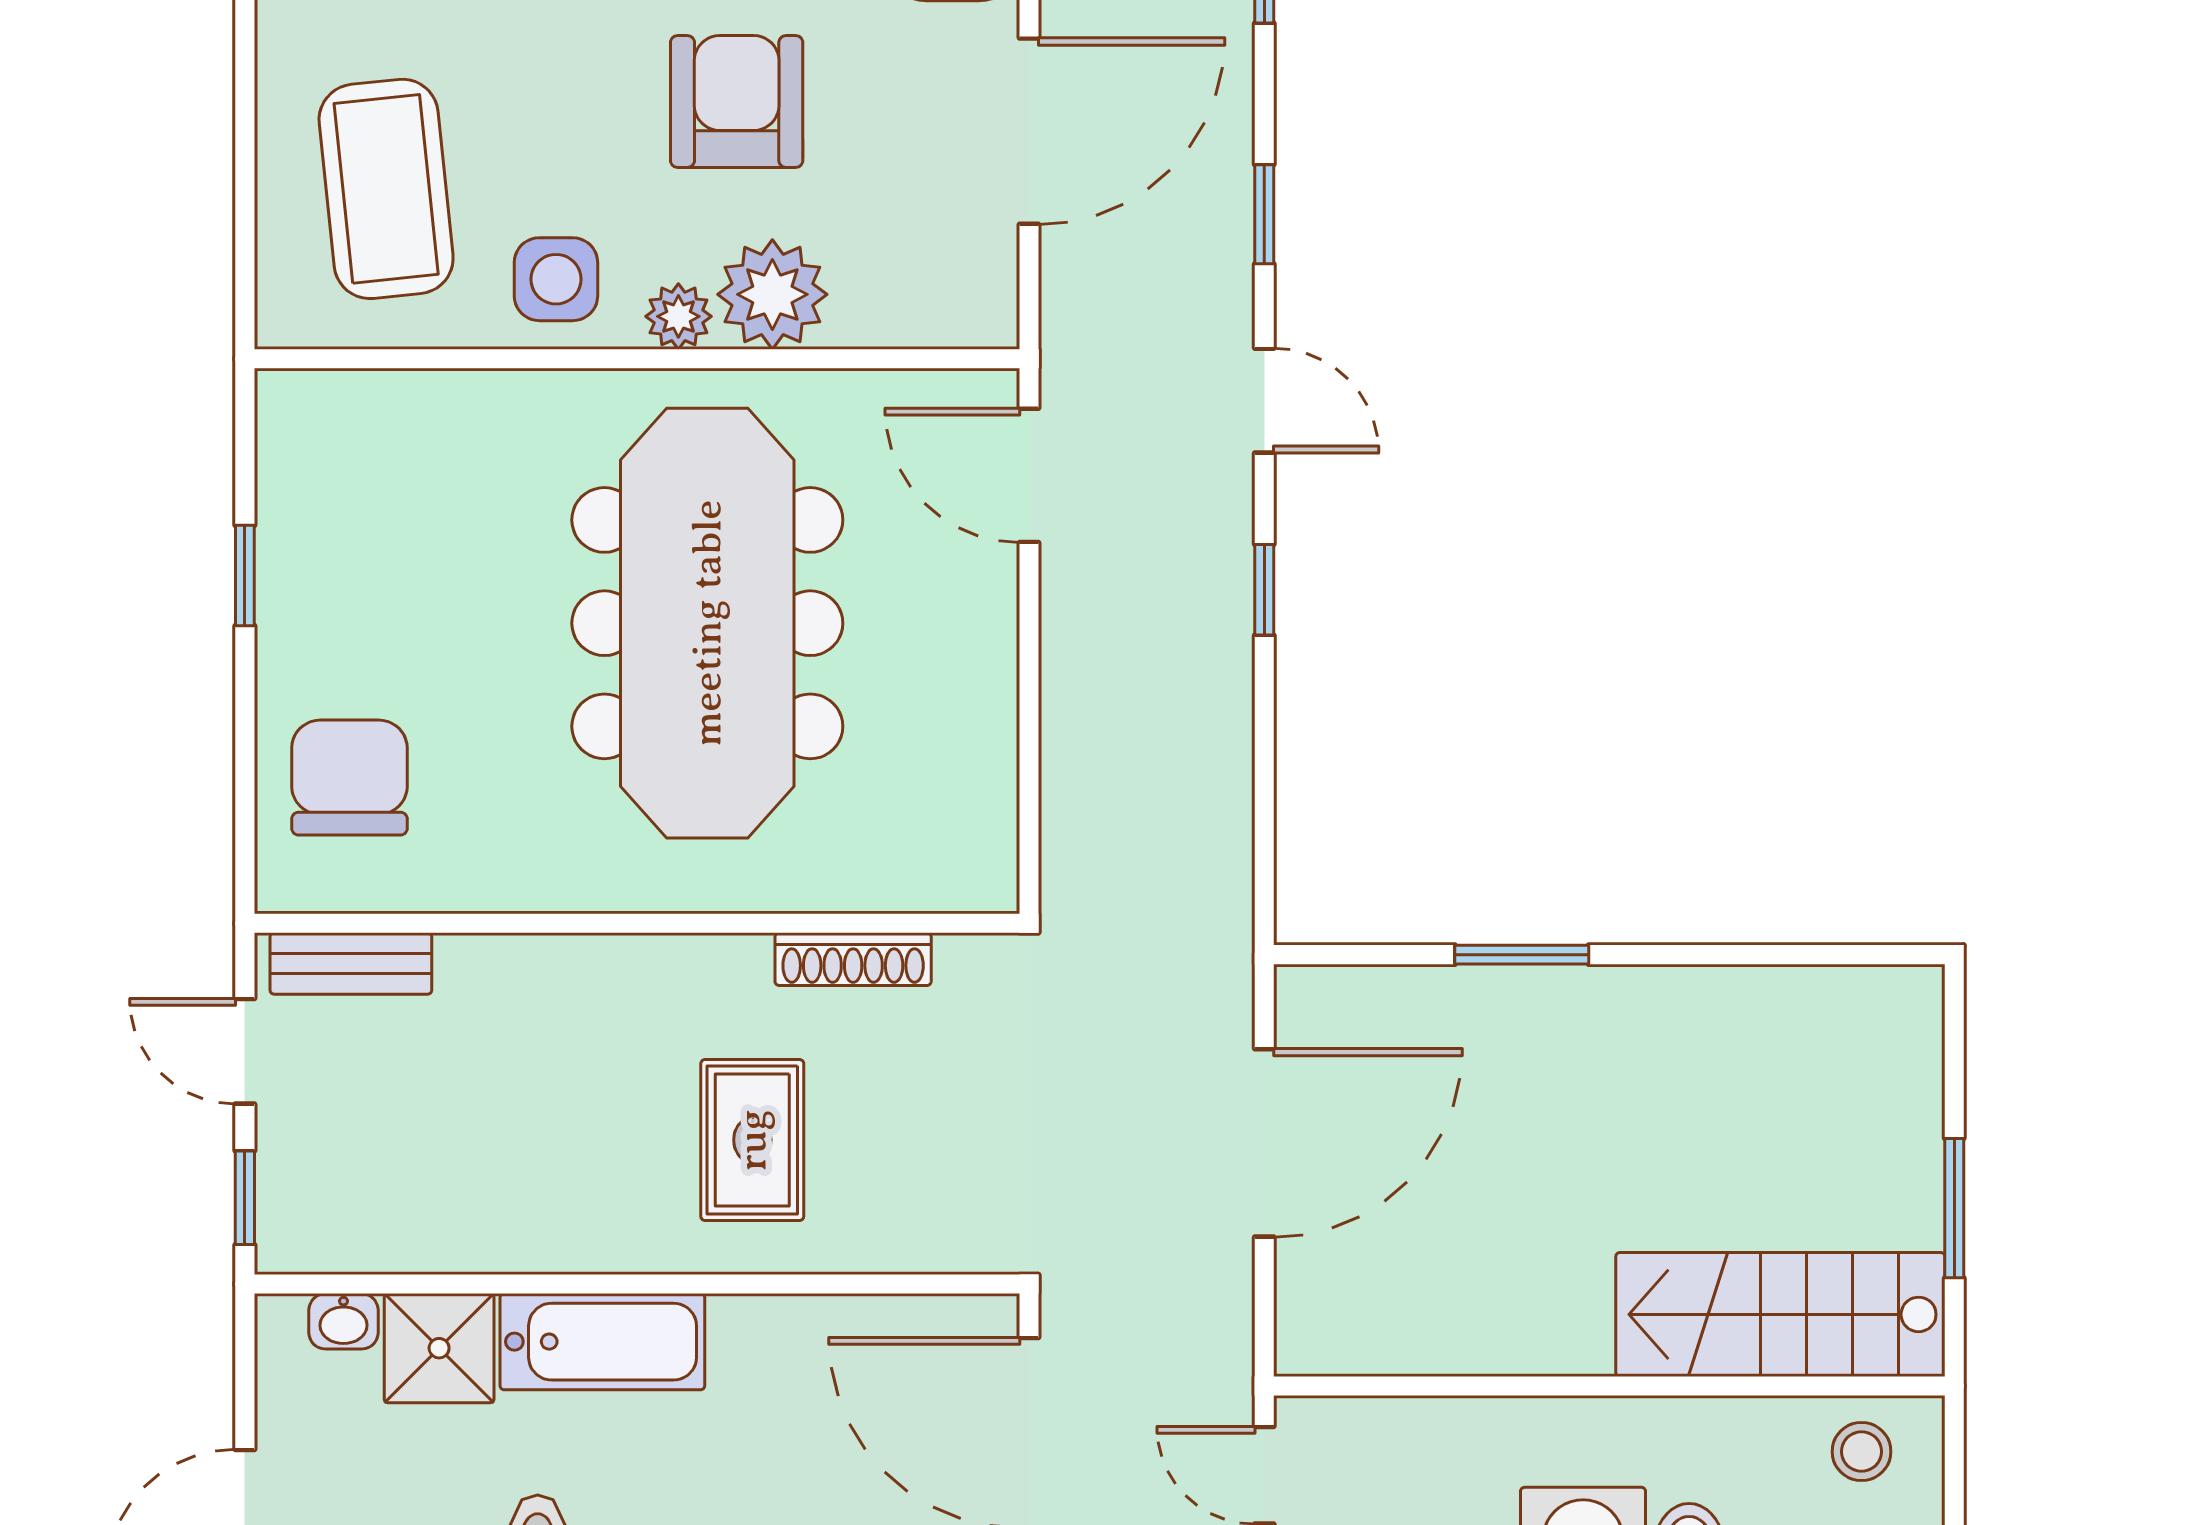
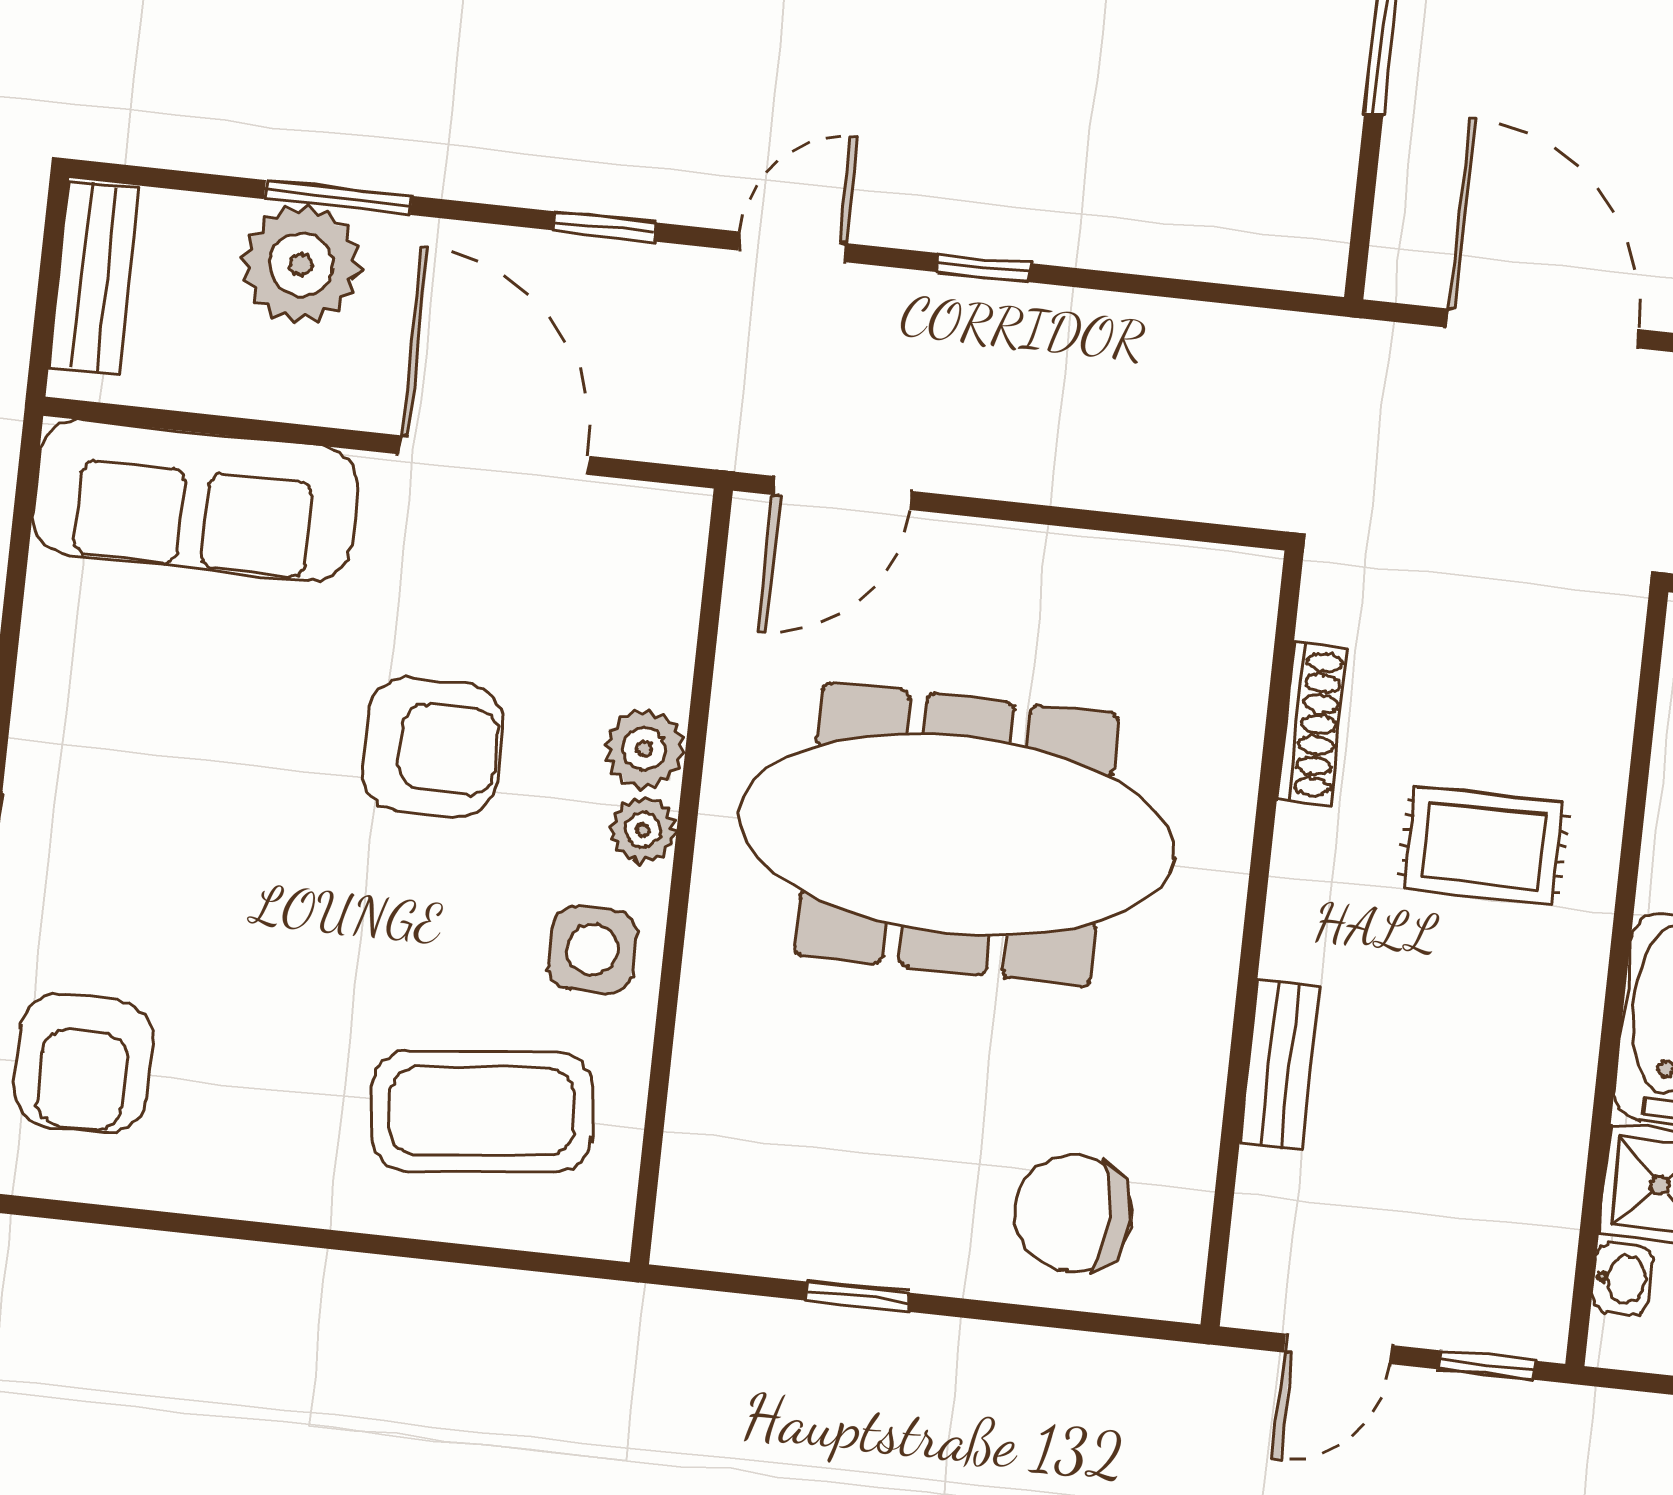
armchair: (737, 102) -> (432, 747), turned 180
plant: (772, 294) -> (644, 749), width x0.73, depth x0.73
bench: (351, 963) -> (1279, 1065), moved

